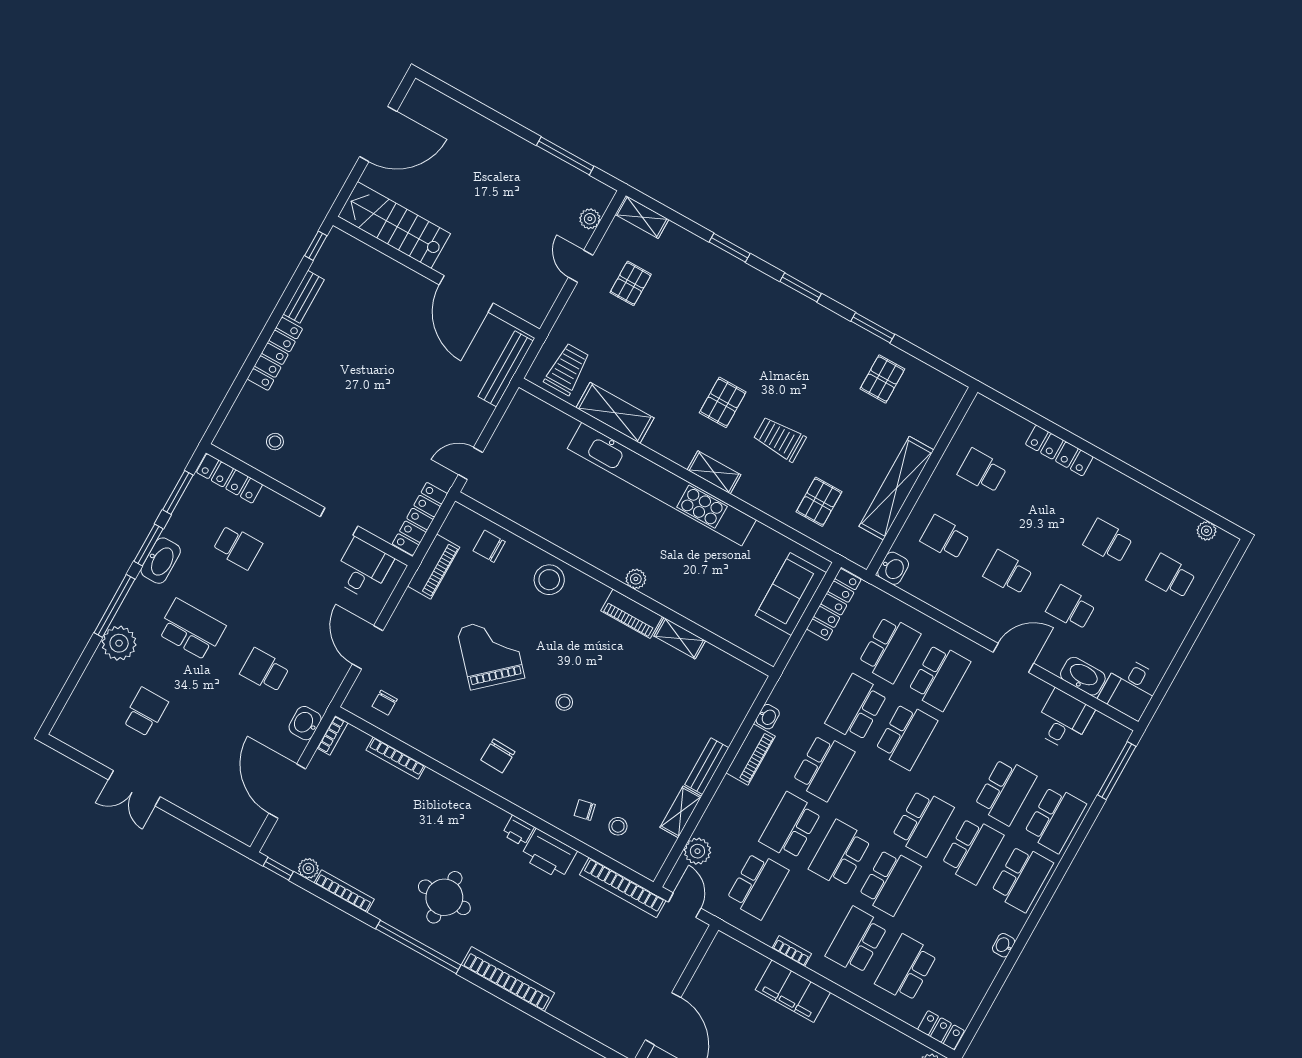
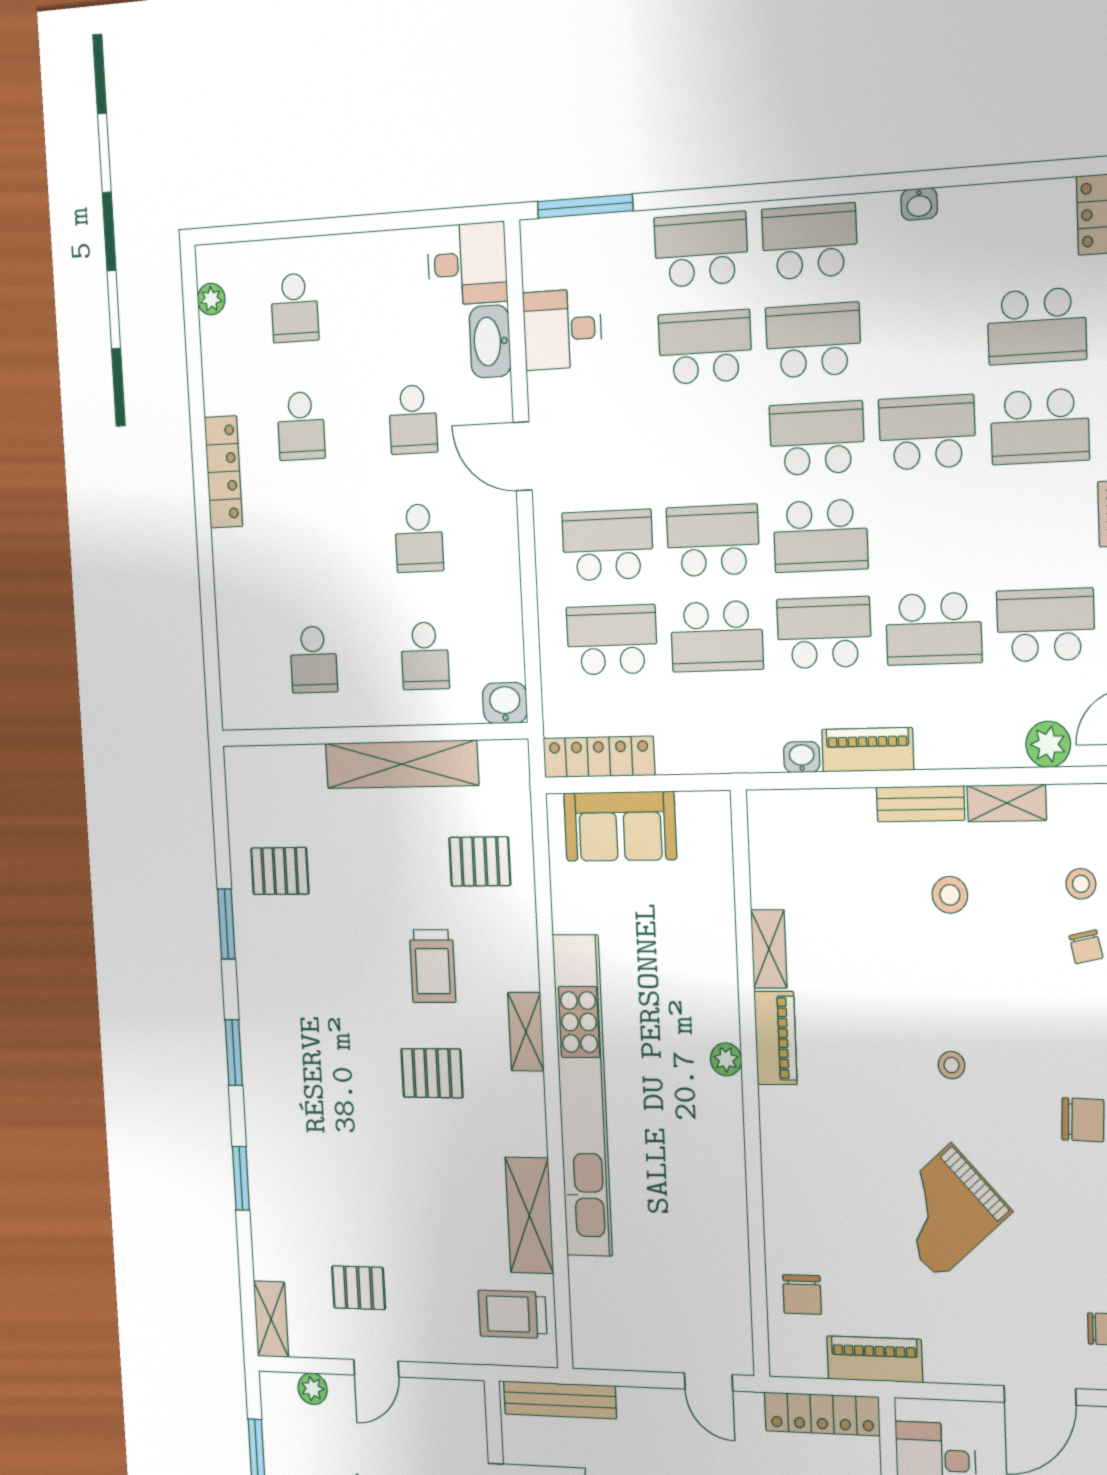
locker: (1059, 450) -> (223, 472), moved
stool: (549, 580) -> (950, 895), moved, width x0.73, depth x0.73
school desk: (840, 854) -> (820, 536), moved

